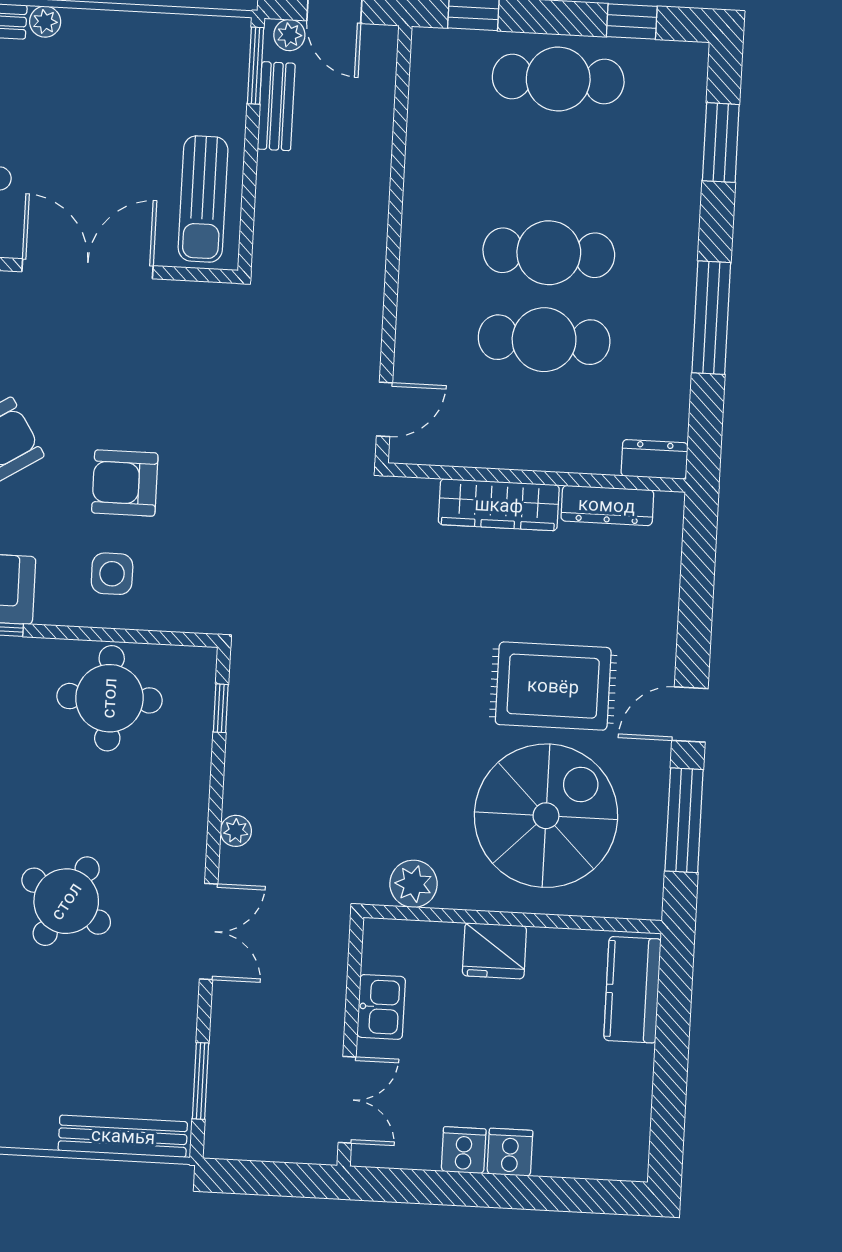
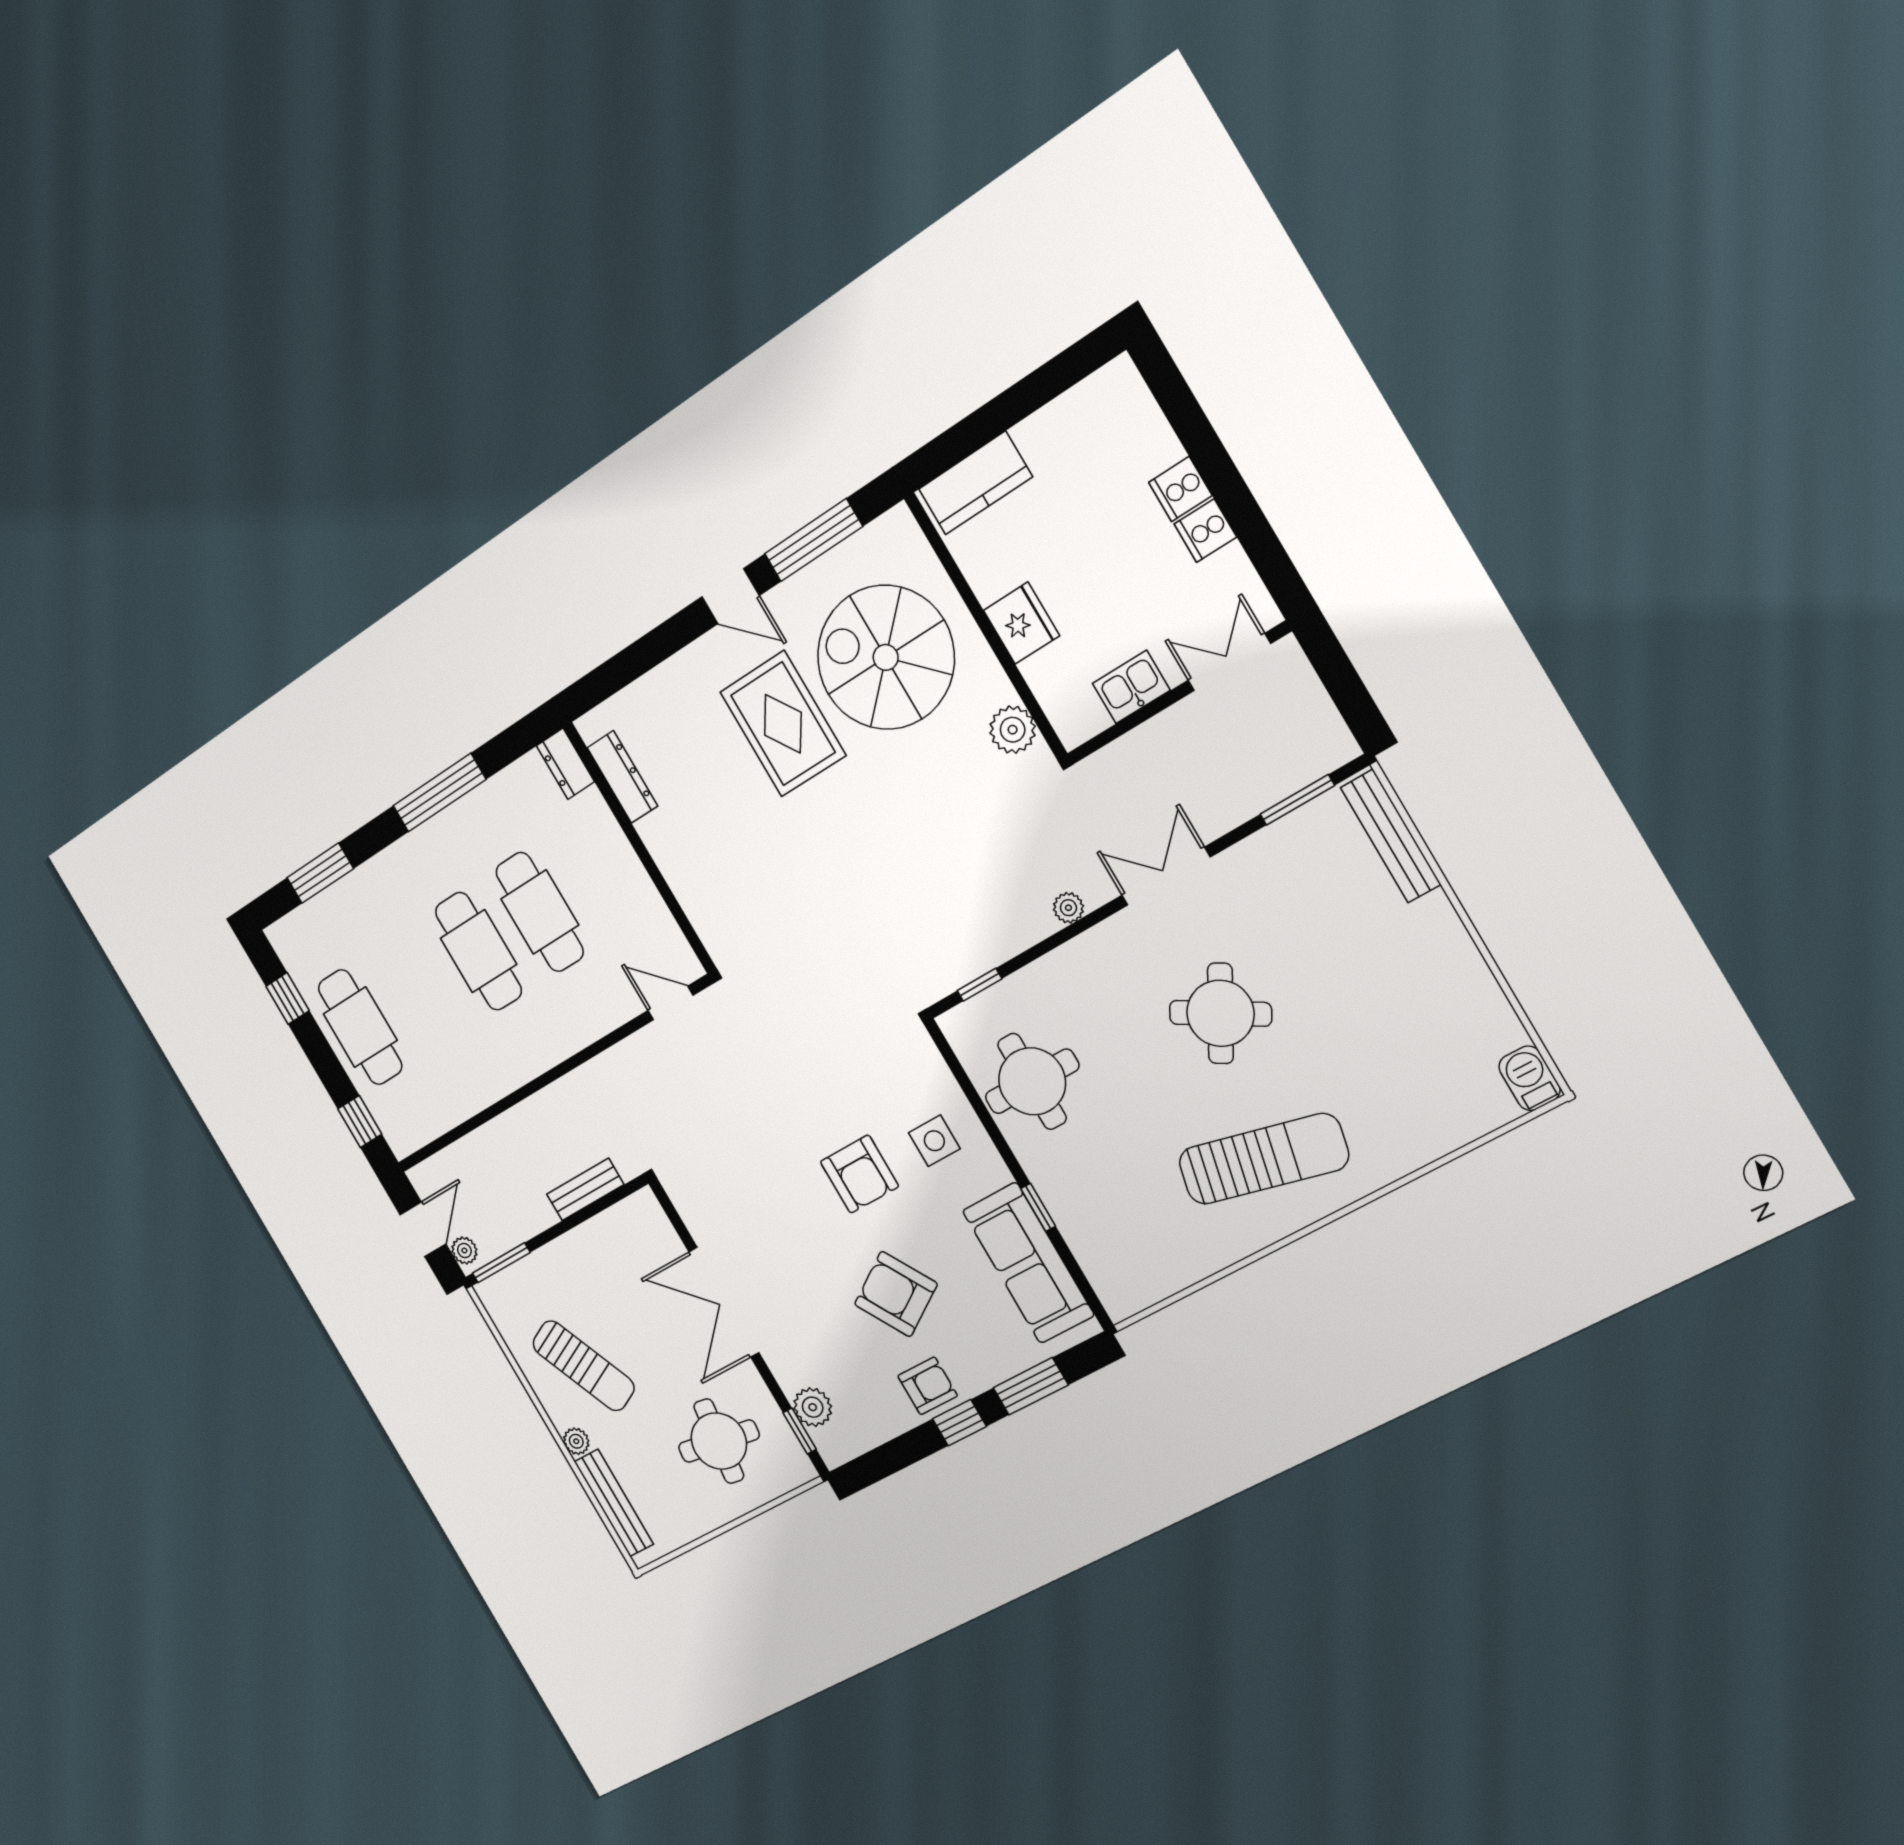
bench: (276, 106) -> (585, 1189), moved
sun lounger: (203, 199) -> (583, 1366), moved, turned 65
wardrobe: (499, 505) -> (679, 864), removed

